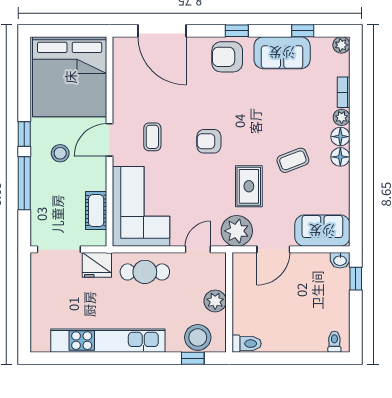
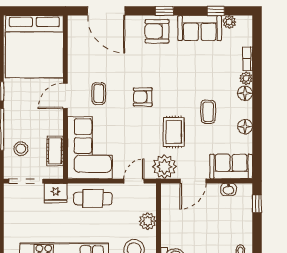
plant: (341, 45) -> (229, 22), moved
stool: (60, 153) -> (21, 149), moved
floor lamp: (340, 157) -> (245, 127), moved
coffee table: (293, 160) -> (208, 112), turned -69
washbasin: (340, 260) -> (228, 189), moved

